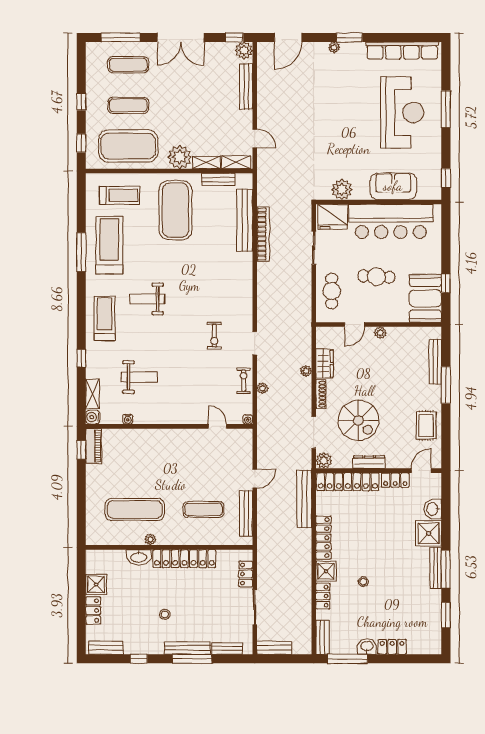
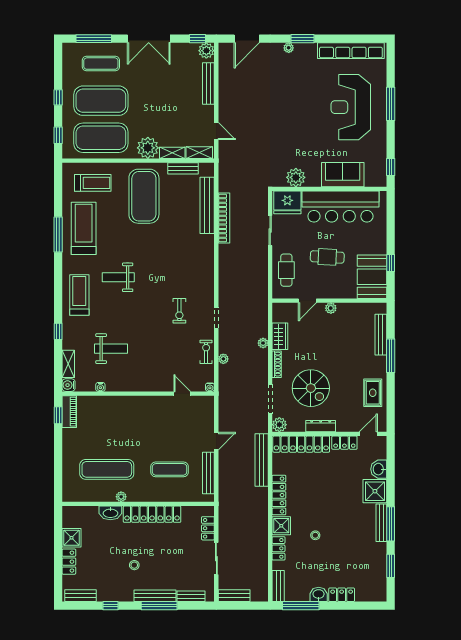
exercise mat: (128, 105) -> (101, 101), width x2.00, depth x1.45
reception desk: (402, 112) -> (351, 107), turned 180

